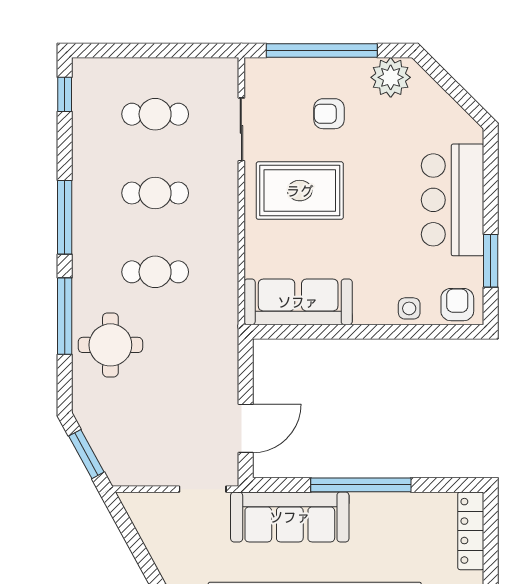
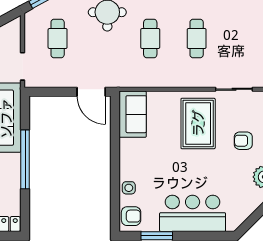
cafe table: (155, 114) -> (58, 38), moved
armchair: (329, 114) -> (243, 141), turned -90
sofa: (298, 302) -> (133, 114), width x0.73
door: (246, 428) -> (91, 92), moved

